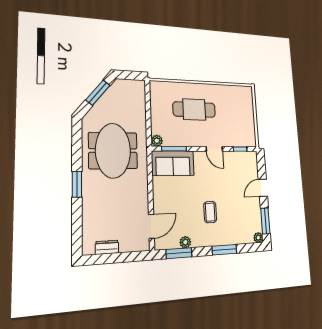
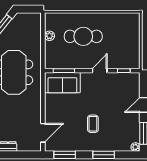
plant: (157, 141) -> (49, 36), moved
door: (214, 149) -> (100, 71), swing flipped
plant: (185, 242) -> (70, 147), removed

